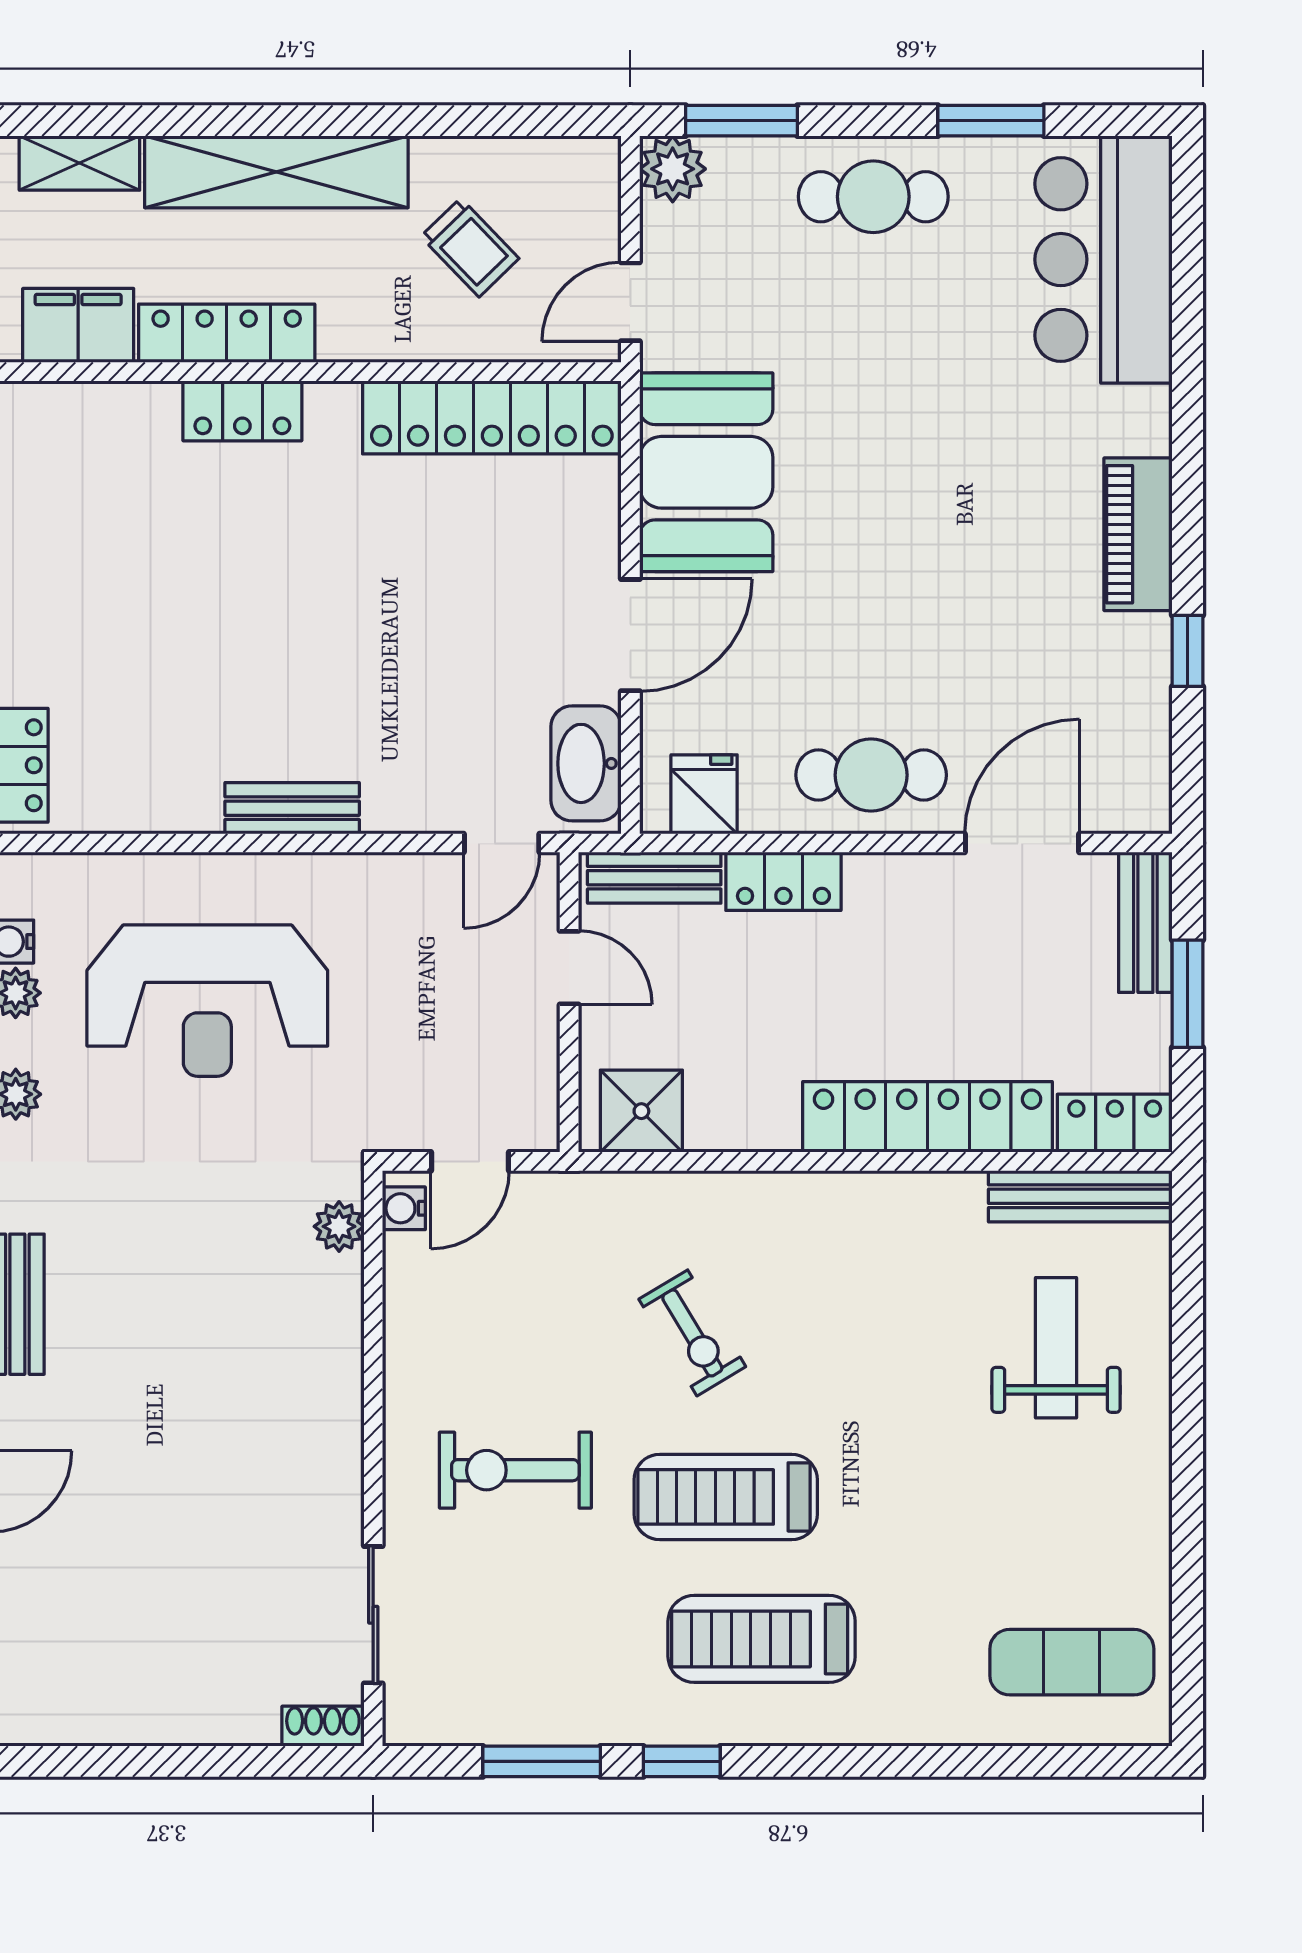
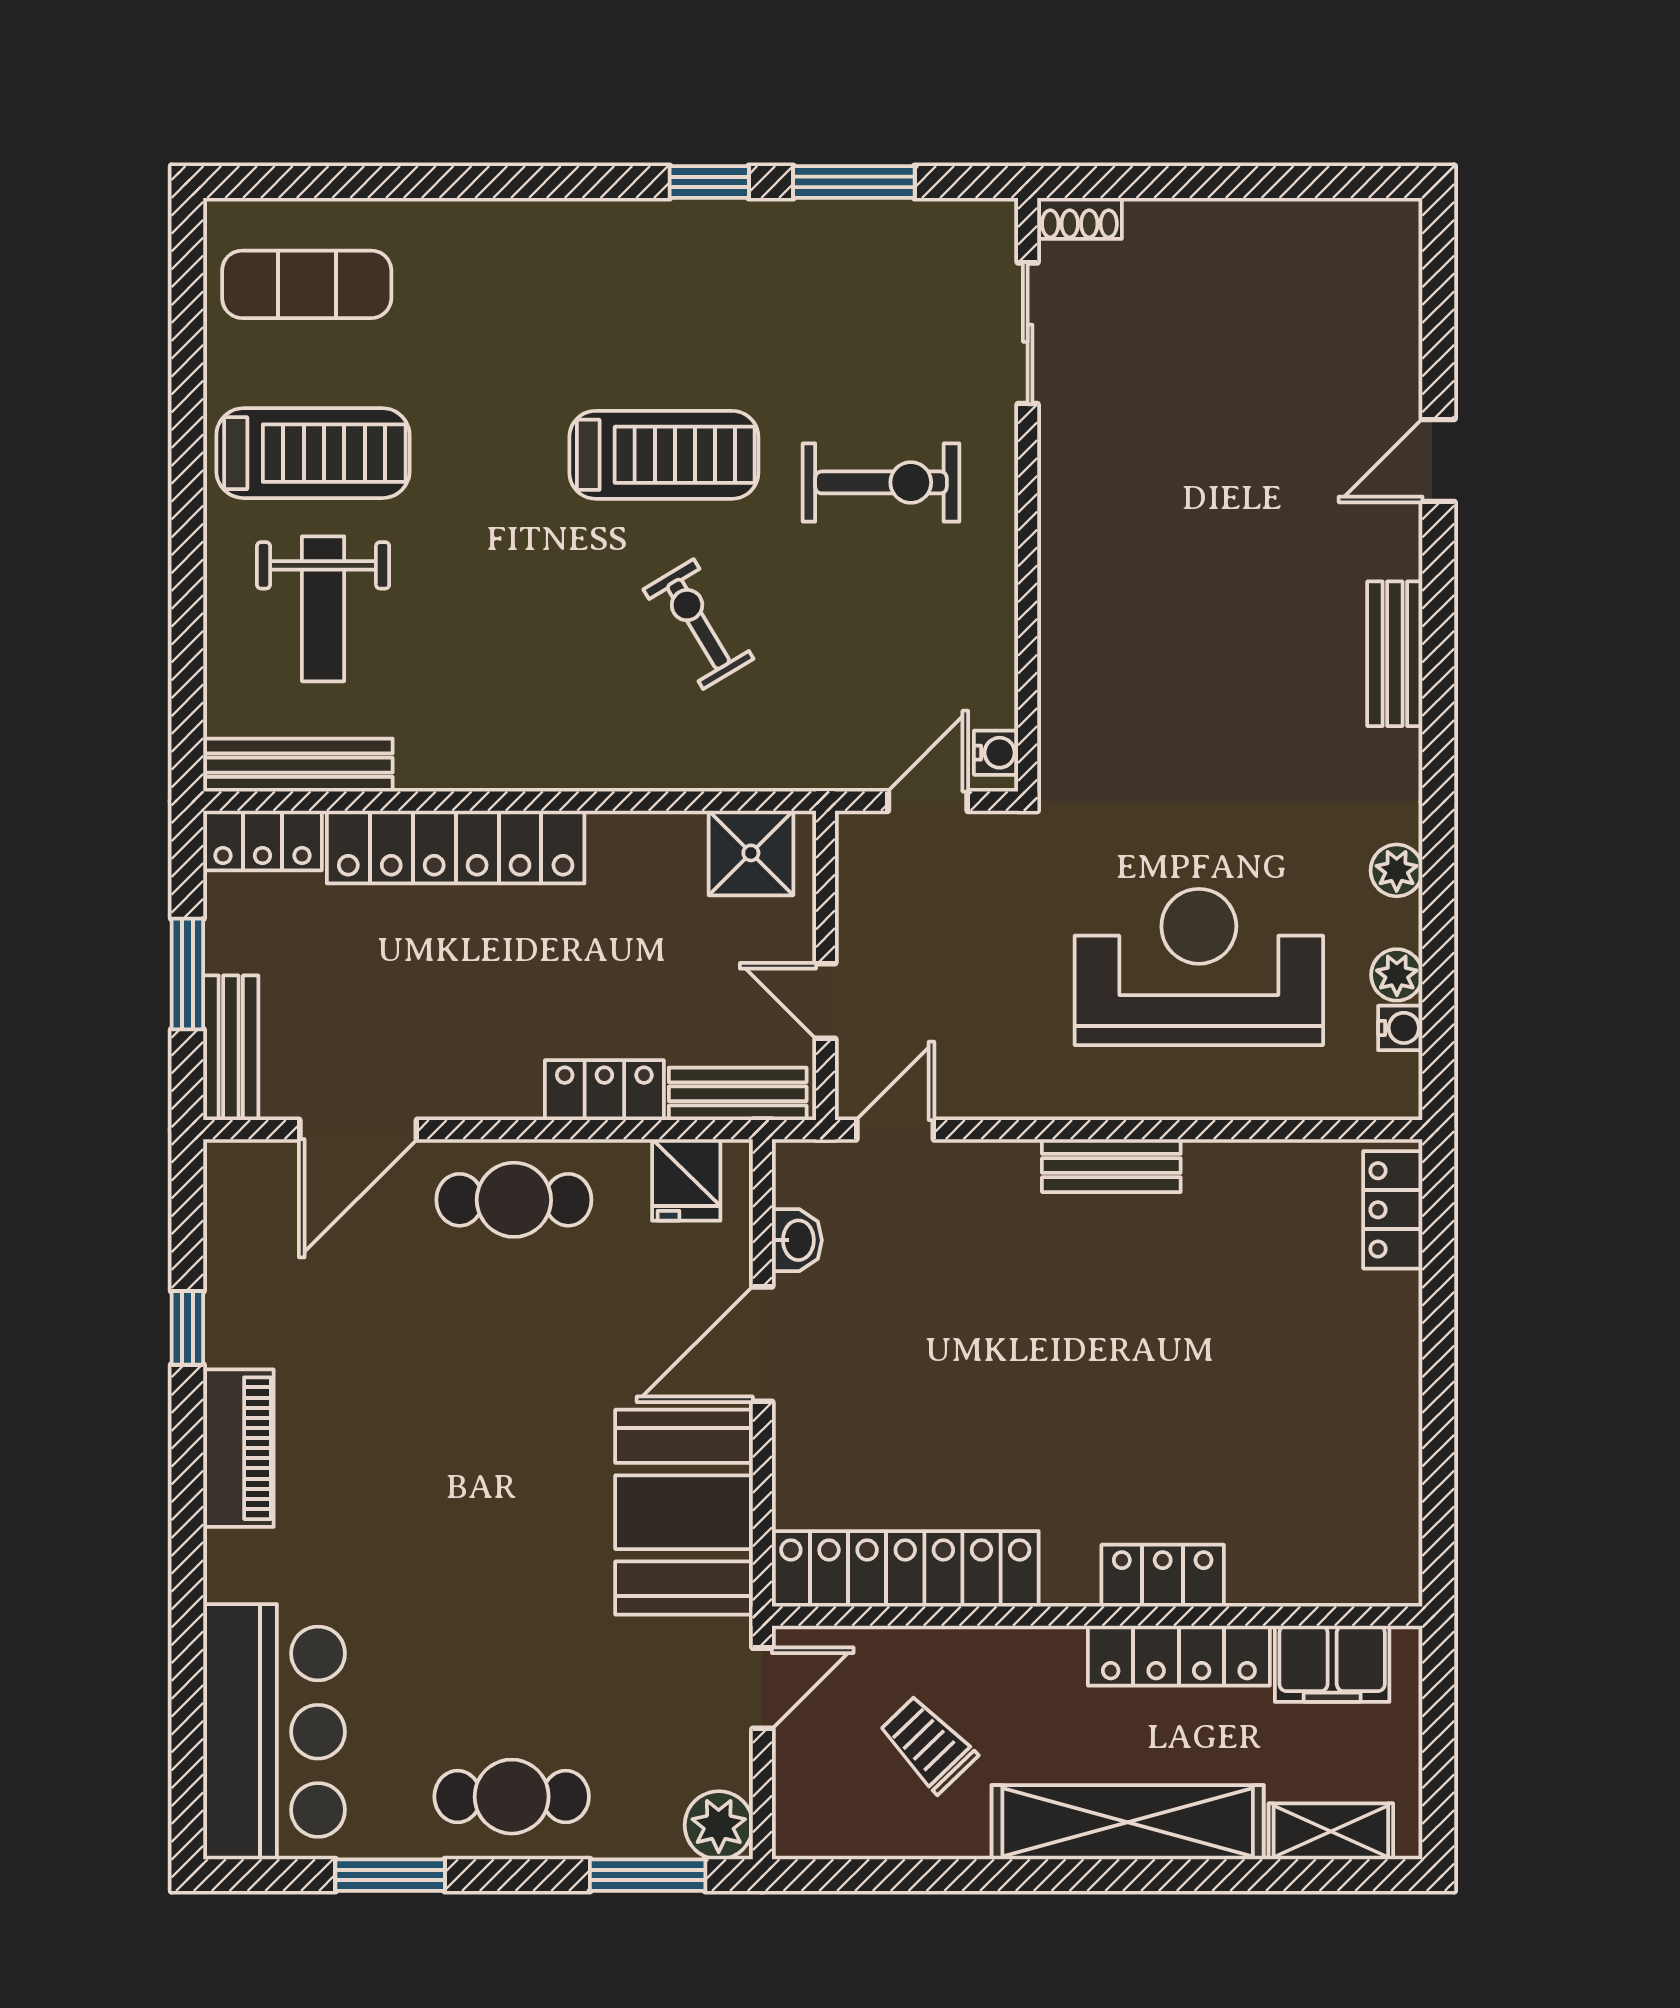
washbasin: (586, 763) -> (797, 1240), width x0.52, depth x0.69
plant: (339, 1226) -> (1063, 734), removed
treadmill: (762, 1639) -> (313, 453), moved

